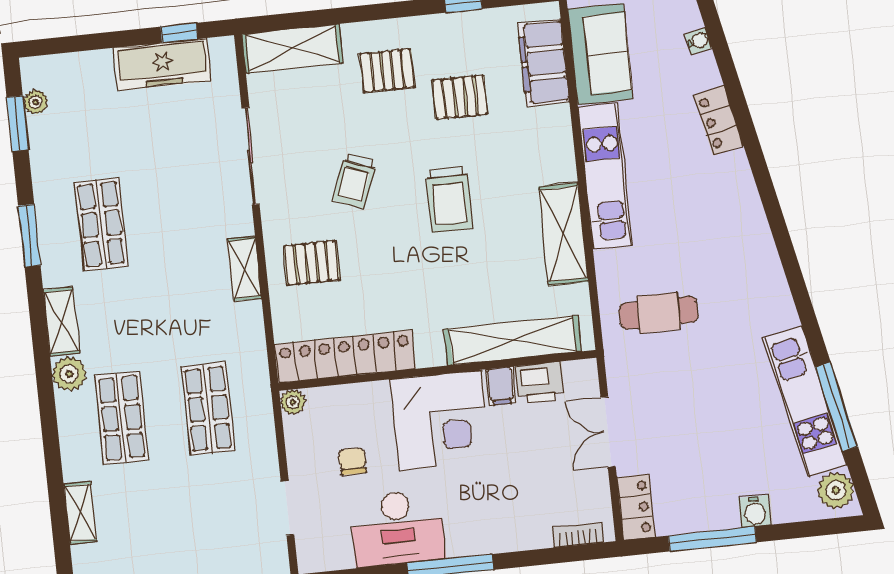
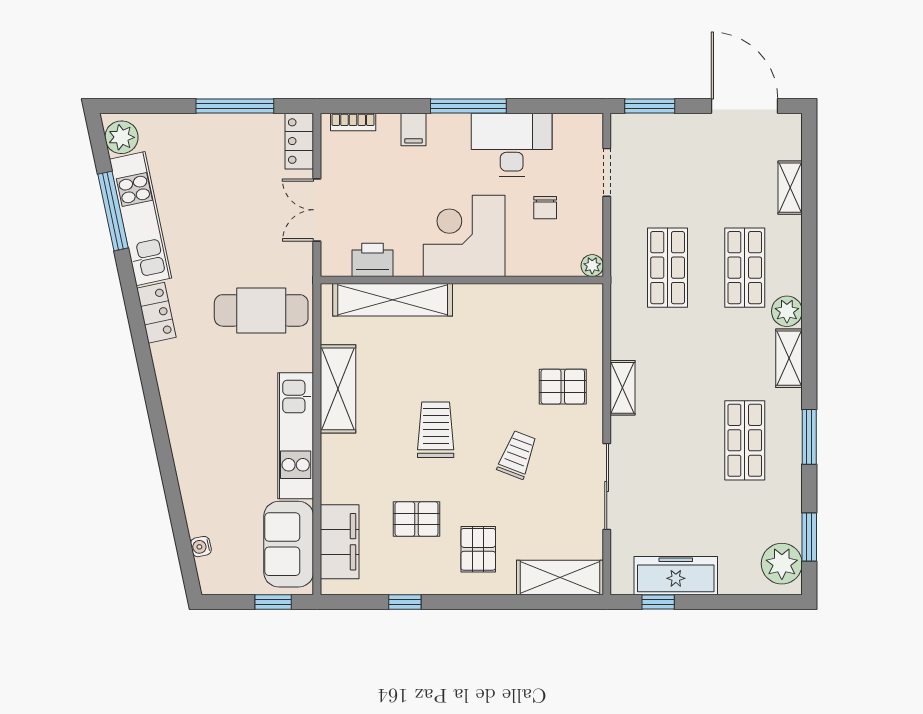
pallet: (387, 71) -> (478, 549), turned 90
plant: (36, 102) -> (782, 564), width x1.87, depth x1.87
locker: (719, 120) -> (156, 313), moved
cafe table: (659, 313) -> (261, 310), width x1.37, depth x1.35
locker: (345, 357) -> (542, 301), removed
filing cabinet: (501, 386) -> (414, 129), moved, turned 180
double door: (608, 432) -> (317, 210), swing flipped
water cooler: (755, 511) -> (195, 126), removed

